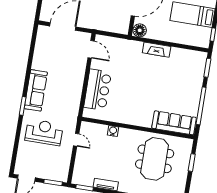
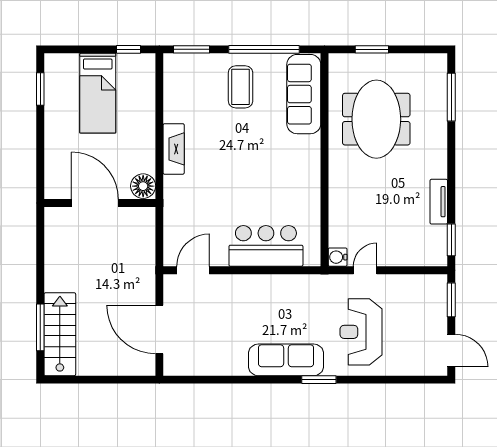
coffee table: (183, 90) -> (241, 87), added
water cooler: (113, 131) -> (338, 257), moved
meeting table: (155, 159) -> (376, 119), turned 90

